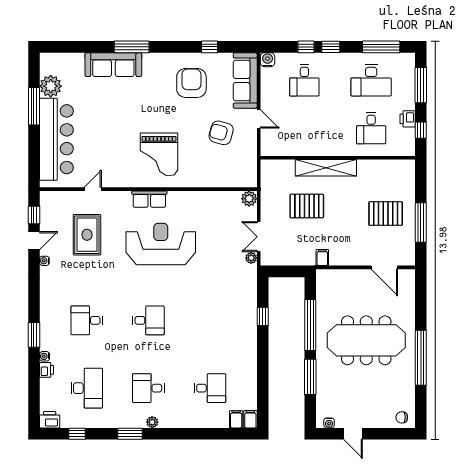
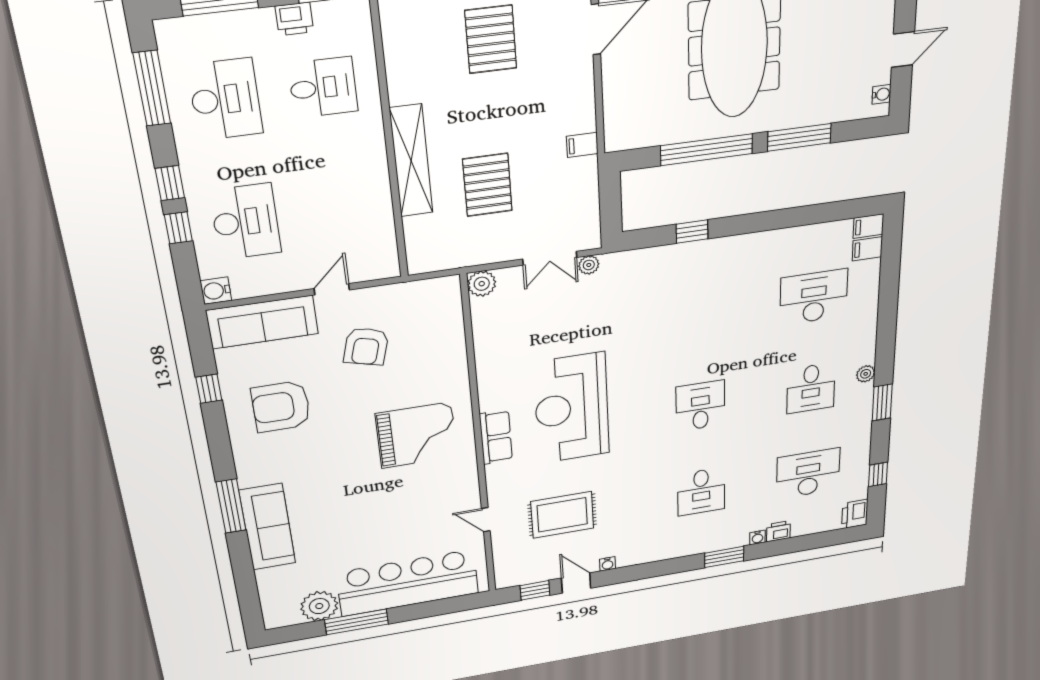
desk: (304, 80) -> (245, 222), width x1.37
desk: (210, 388) -> (814, 297), width x1.37

